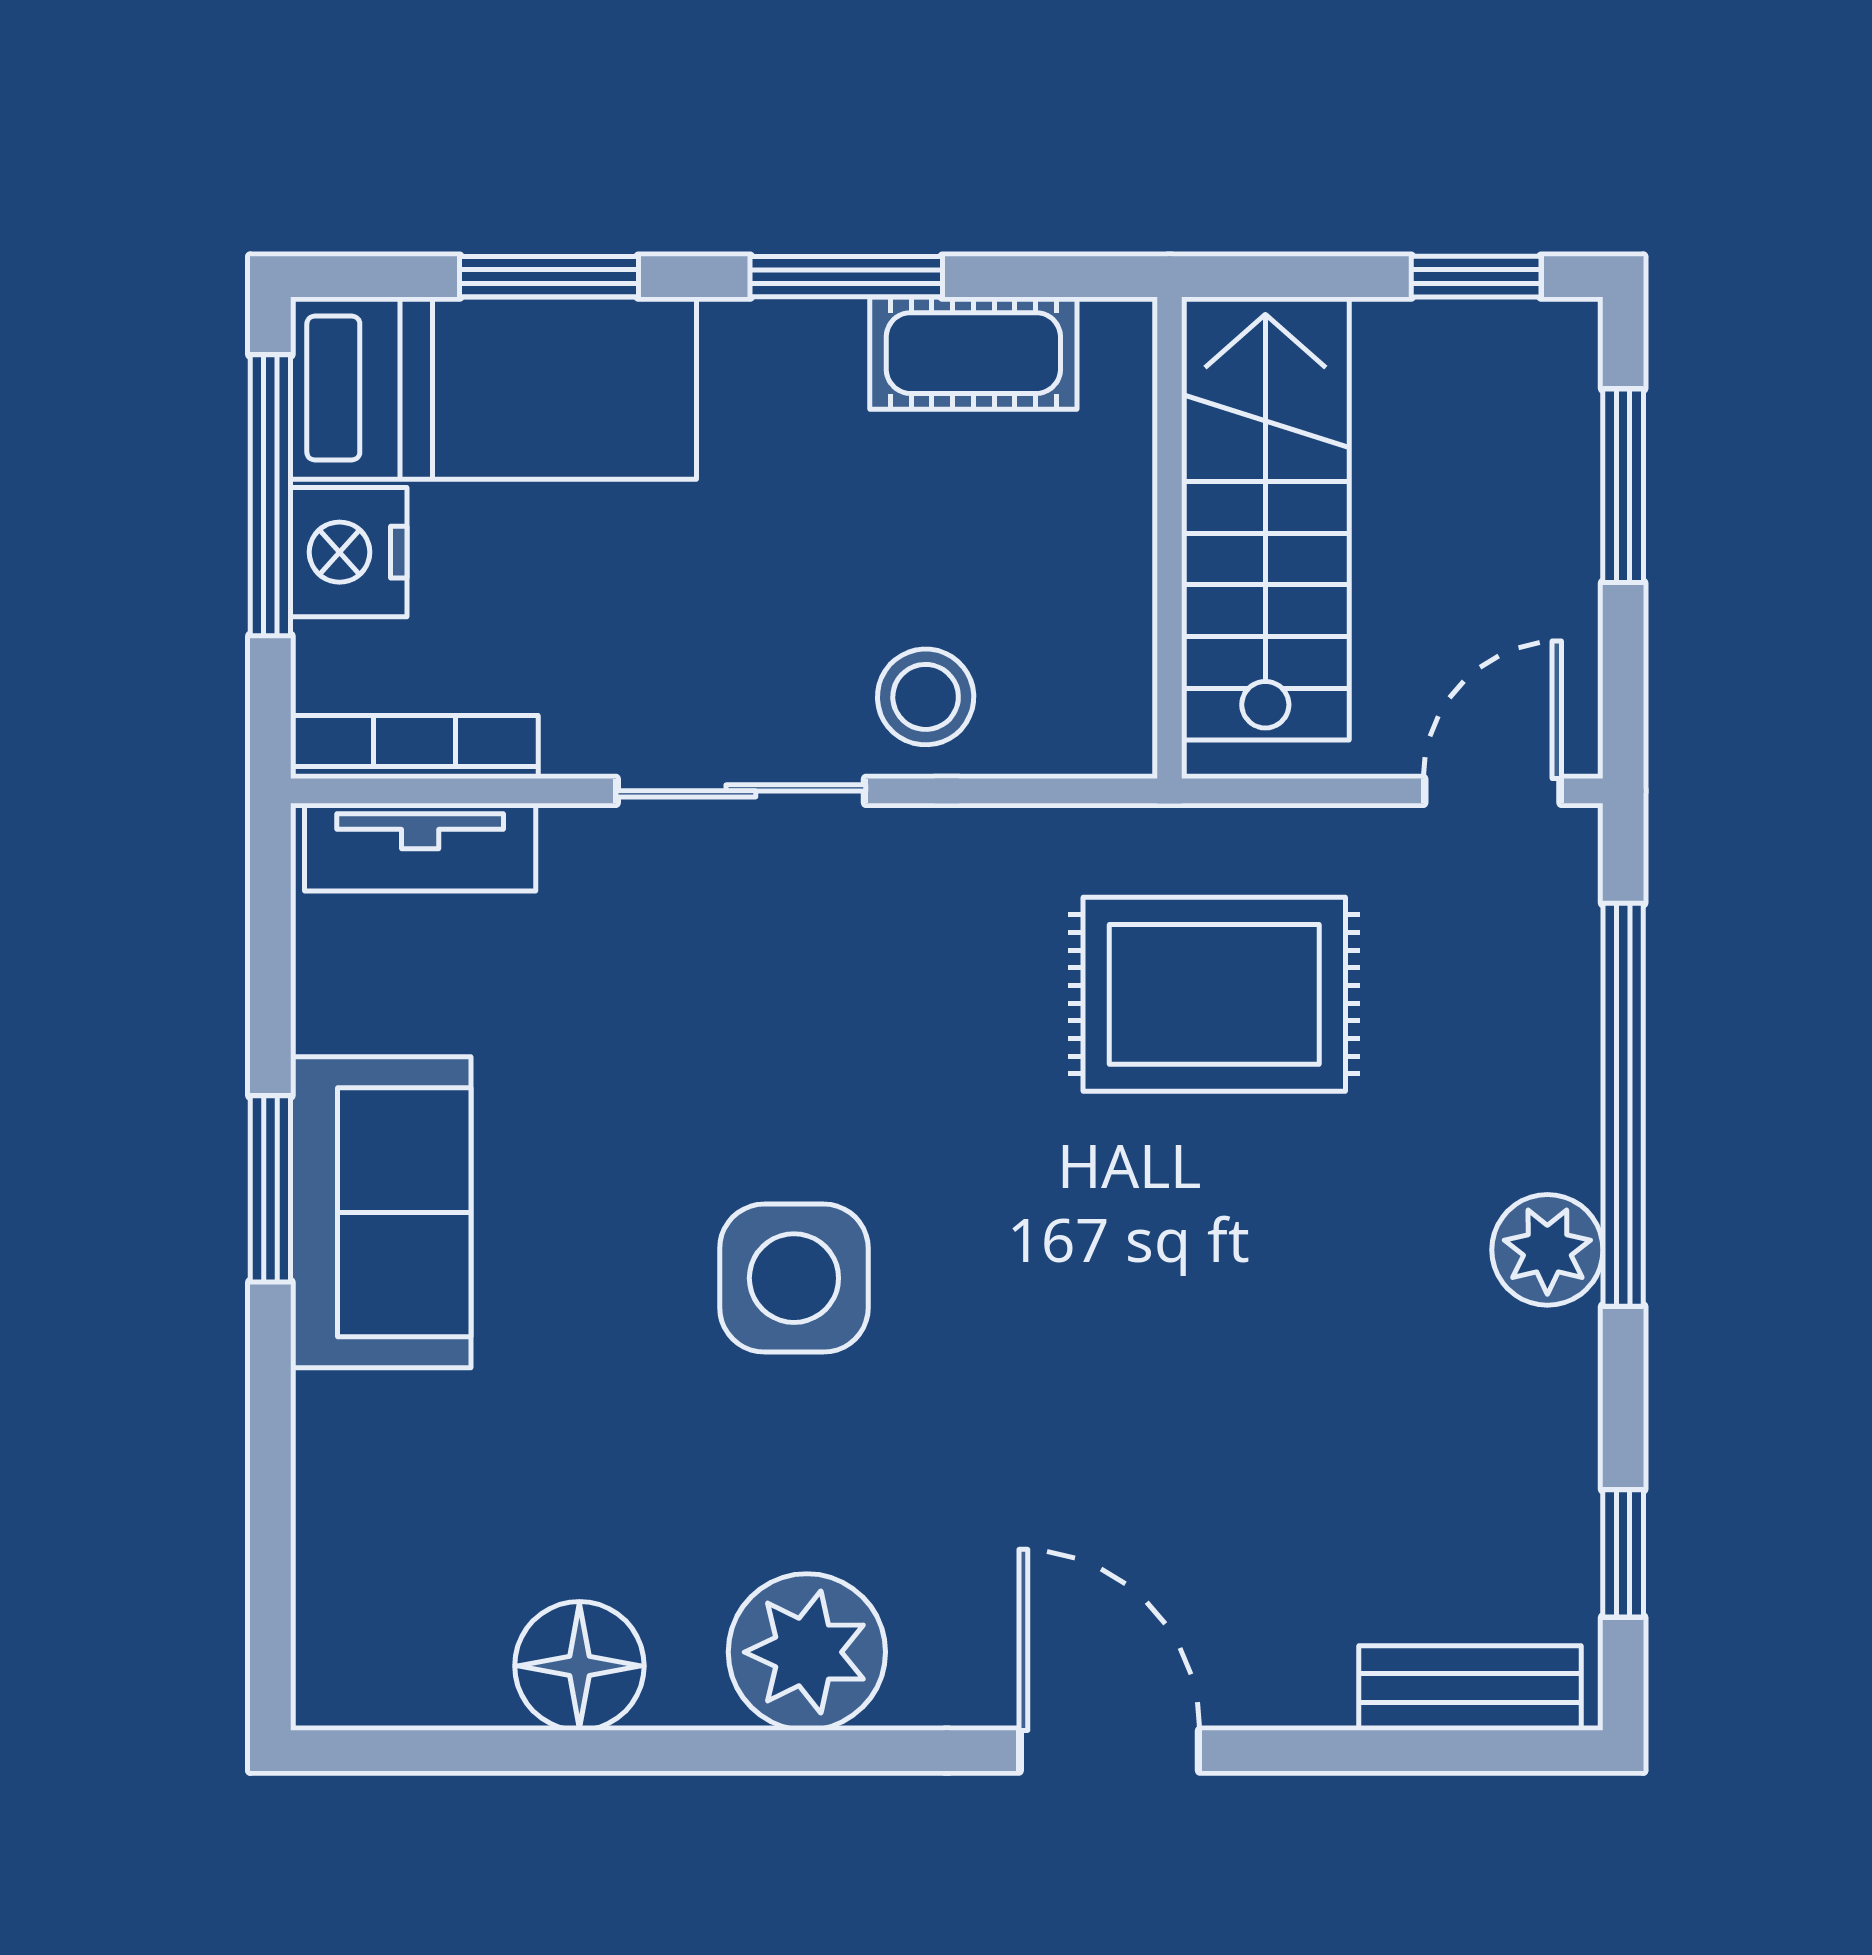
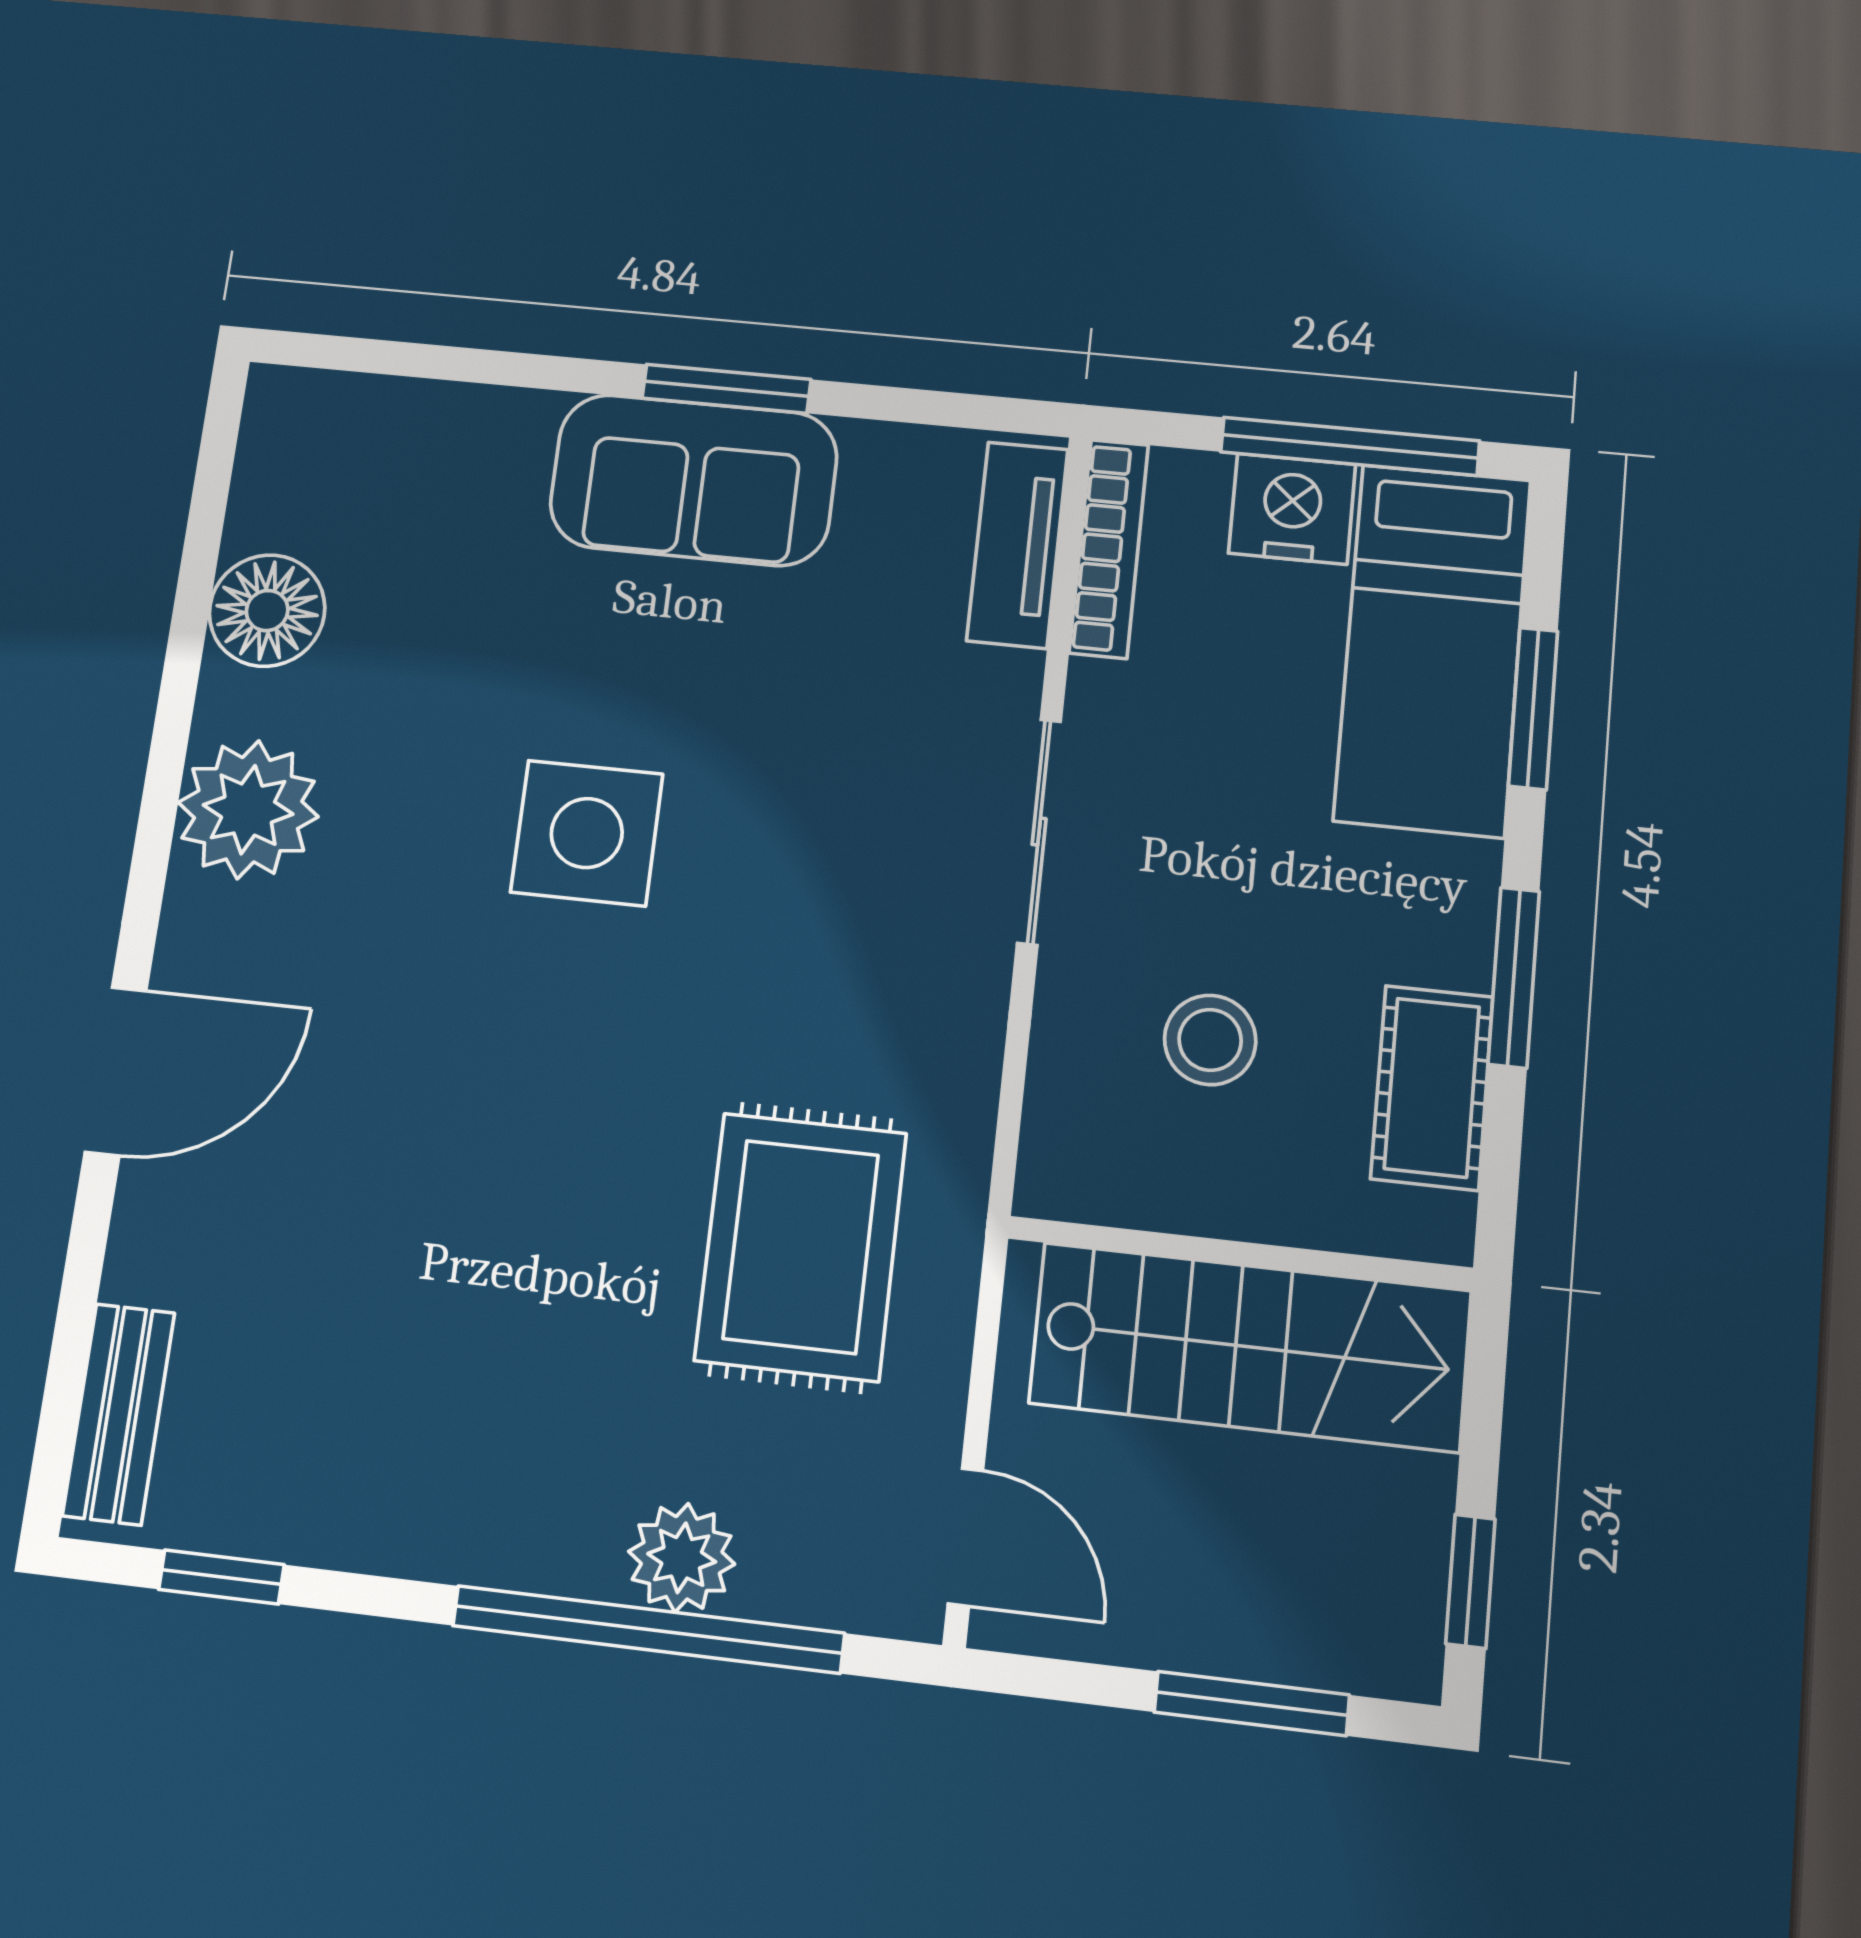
stool: (926, 697) -> (1210, 1040), moved
plant: (1547, 1250) -> (682, 1558), moved

